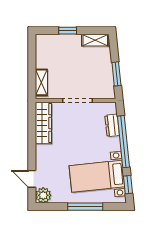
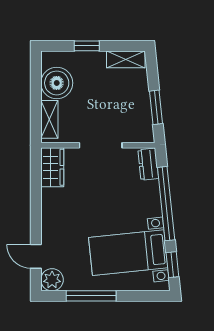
boiler: (47, 57) -> (57, 83), added
wardrobe: (43, 123) -> (52, 167), width x0.67
dresser: (112, 125) -> (148, 164), moved
window: (85, 207) -> (91, 296), moved

